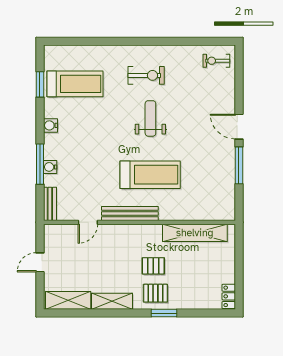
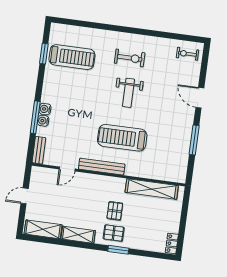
weight bench: (150, 118) -> (129, 93), turned 180
water cooler: (50, 125) -> (45, 109), moved
door: (239, 127) -> (200, 98), moved
treadmill: (150, 175) -> (122, 138), turned 180
pallet: (153, 266) -> (115, 211), turned 90

